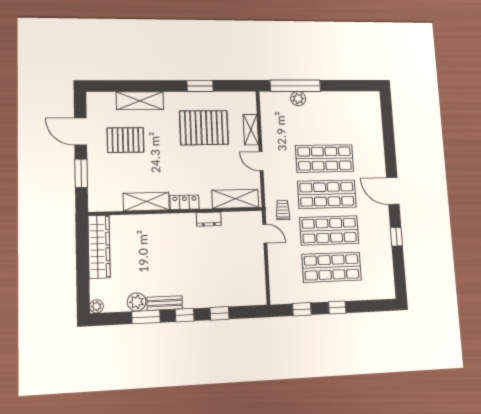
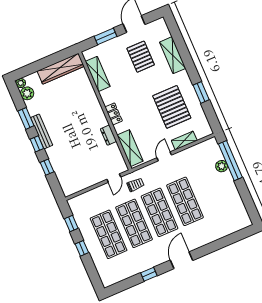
shelving: (146, 202) -> (98, 74), moved
plant: (137, 302) -> (27, 93), moved
bench: (165, 303) -> (42, 131), width x1.36

